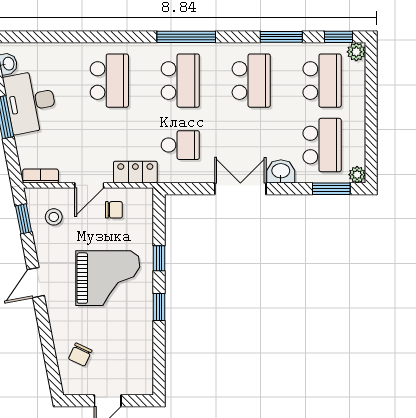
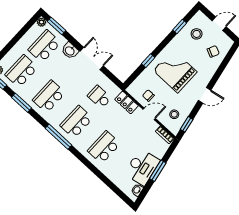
double door: (240, 189) -> (92, 58), swing flipped
window: (159, 307) -> (180, 27), moved
stool: (126, 358) -> (197, 34), added

